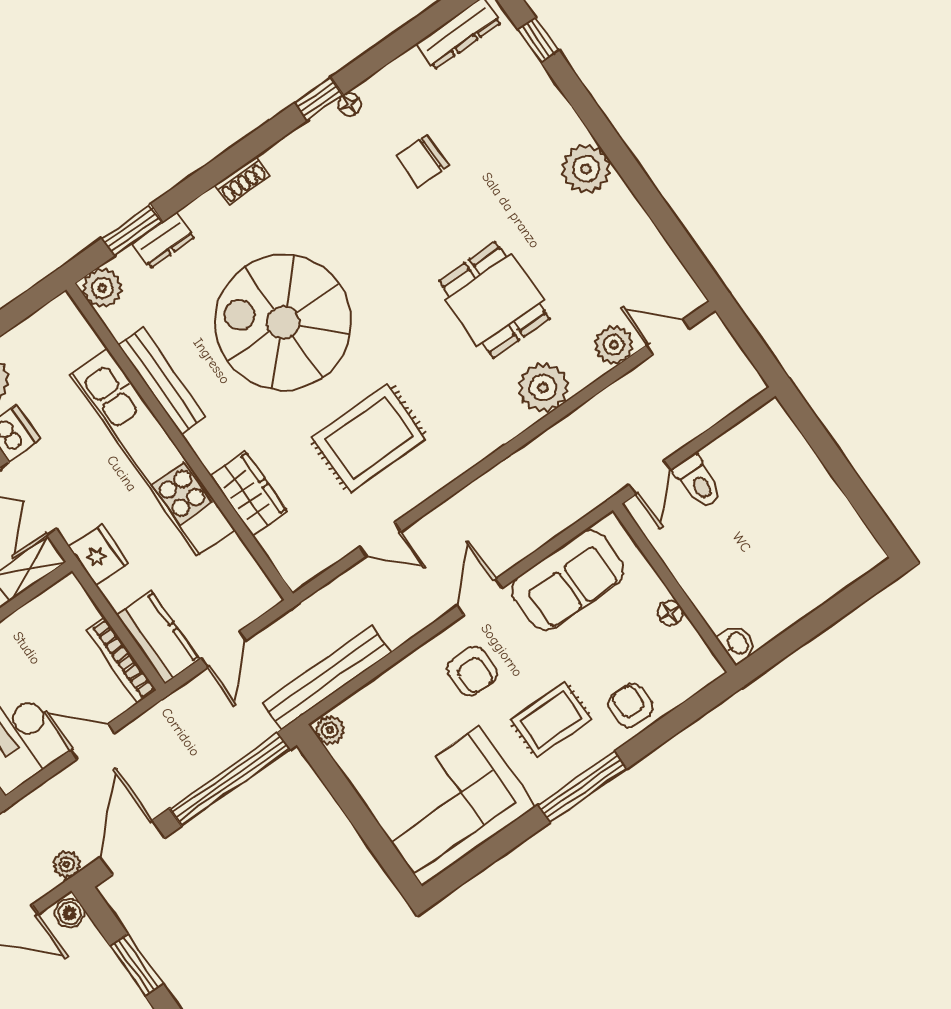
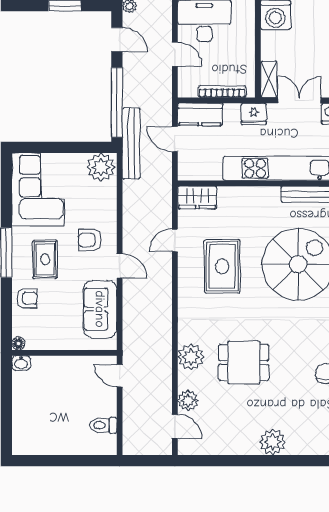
door: (668, 337) -> (175, 426), hinge flipped
toilet: (698, 481) -> (103, 425), moved
wardrobe: (249, 493) -> (197, 197), moved
floor lamp: (670, 613) -> (18, 343), moved
bookcase: (121, 660) -> (222, 92), moved
bench: (326, 678) -> (131, 143), moved
plant: (330, 730) -> (101, 167), width x1.87, depth x1.87
door: (92, 741) -> (175, 54), hinge flipped
door: (133, 847) -> (117, 40), width x0.73

